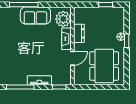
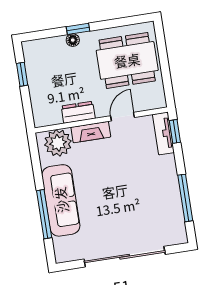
sofa: (35, 16) -> (61, 200), width x1.36
door: (72, 58) -> (123, 117), hinge flipped
tv unit: (39, 80) -> (163, 133), moved

